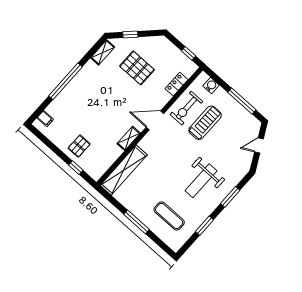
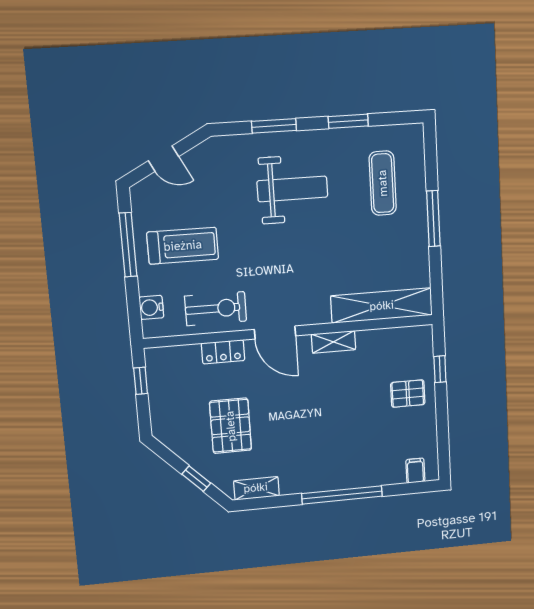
locker: (177, 84) -> (223, 352), moved
treadmill: (205, 123) -> (183, 246), moved, turned 180

